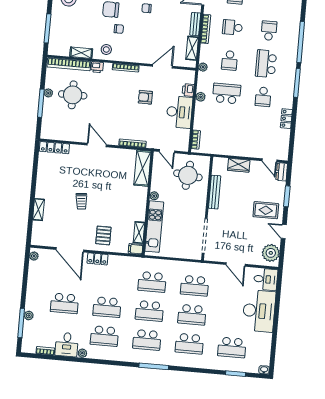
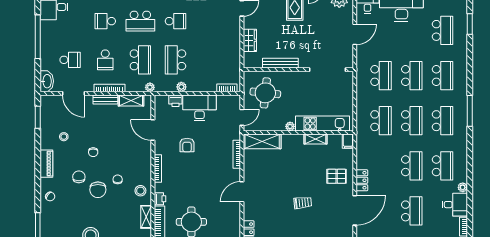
school desk: (230, 60) -> (140, 60), width x1.85
shelving: (139, 233) -> (315, 139), moved

